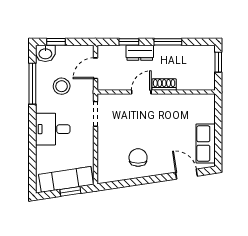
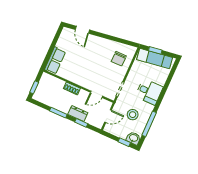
door: (141, 92) -> (97, 94), moved
row of seats: (206, 143) -> (55, 61), moved
chair: (138, 158) -> (119, 59), moved

